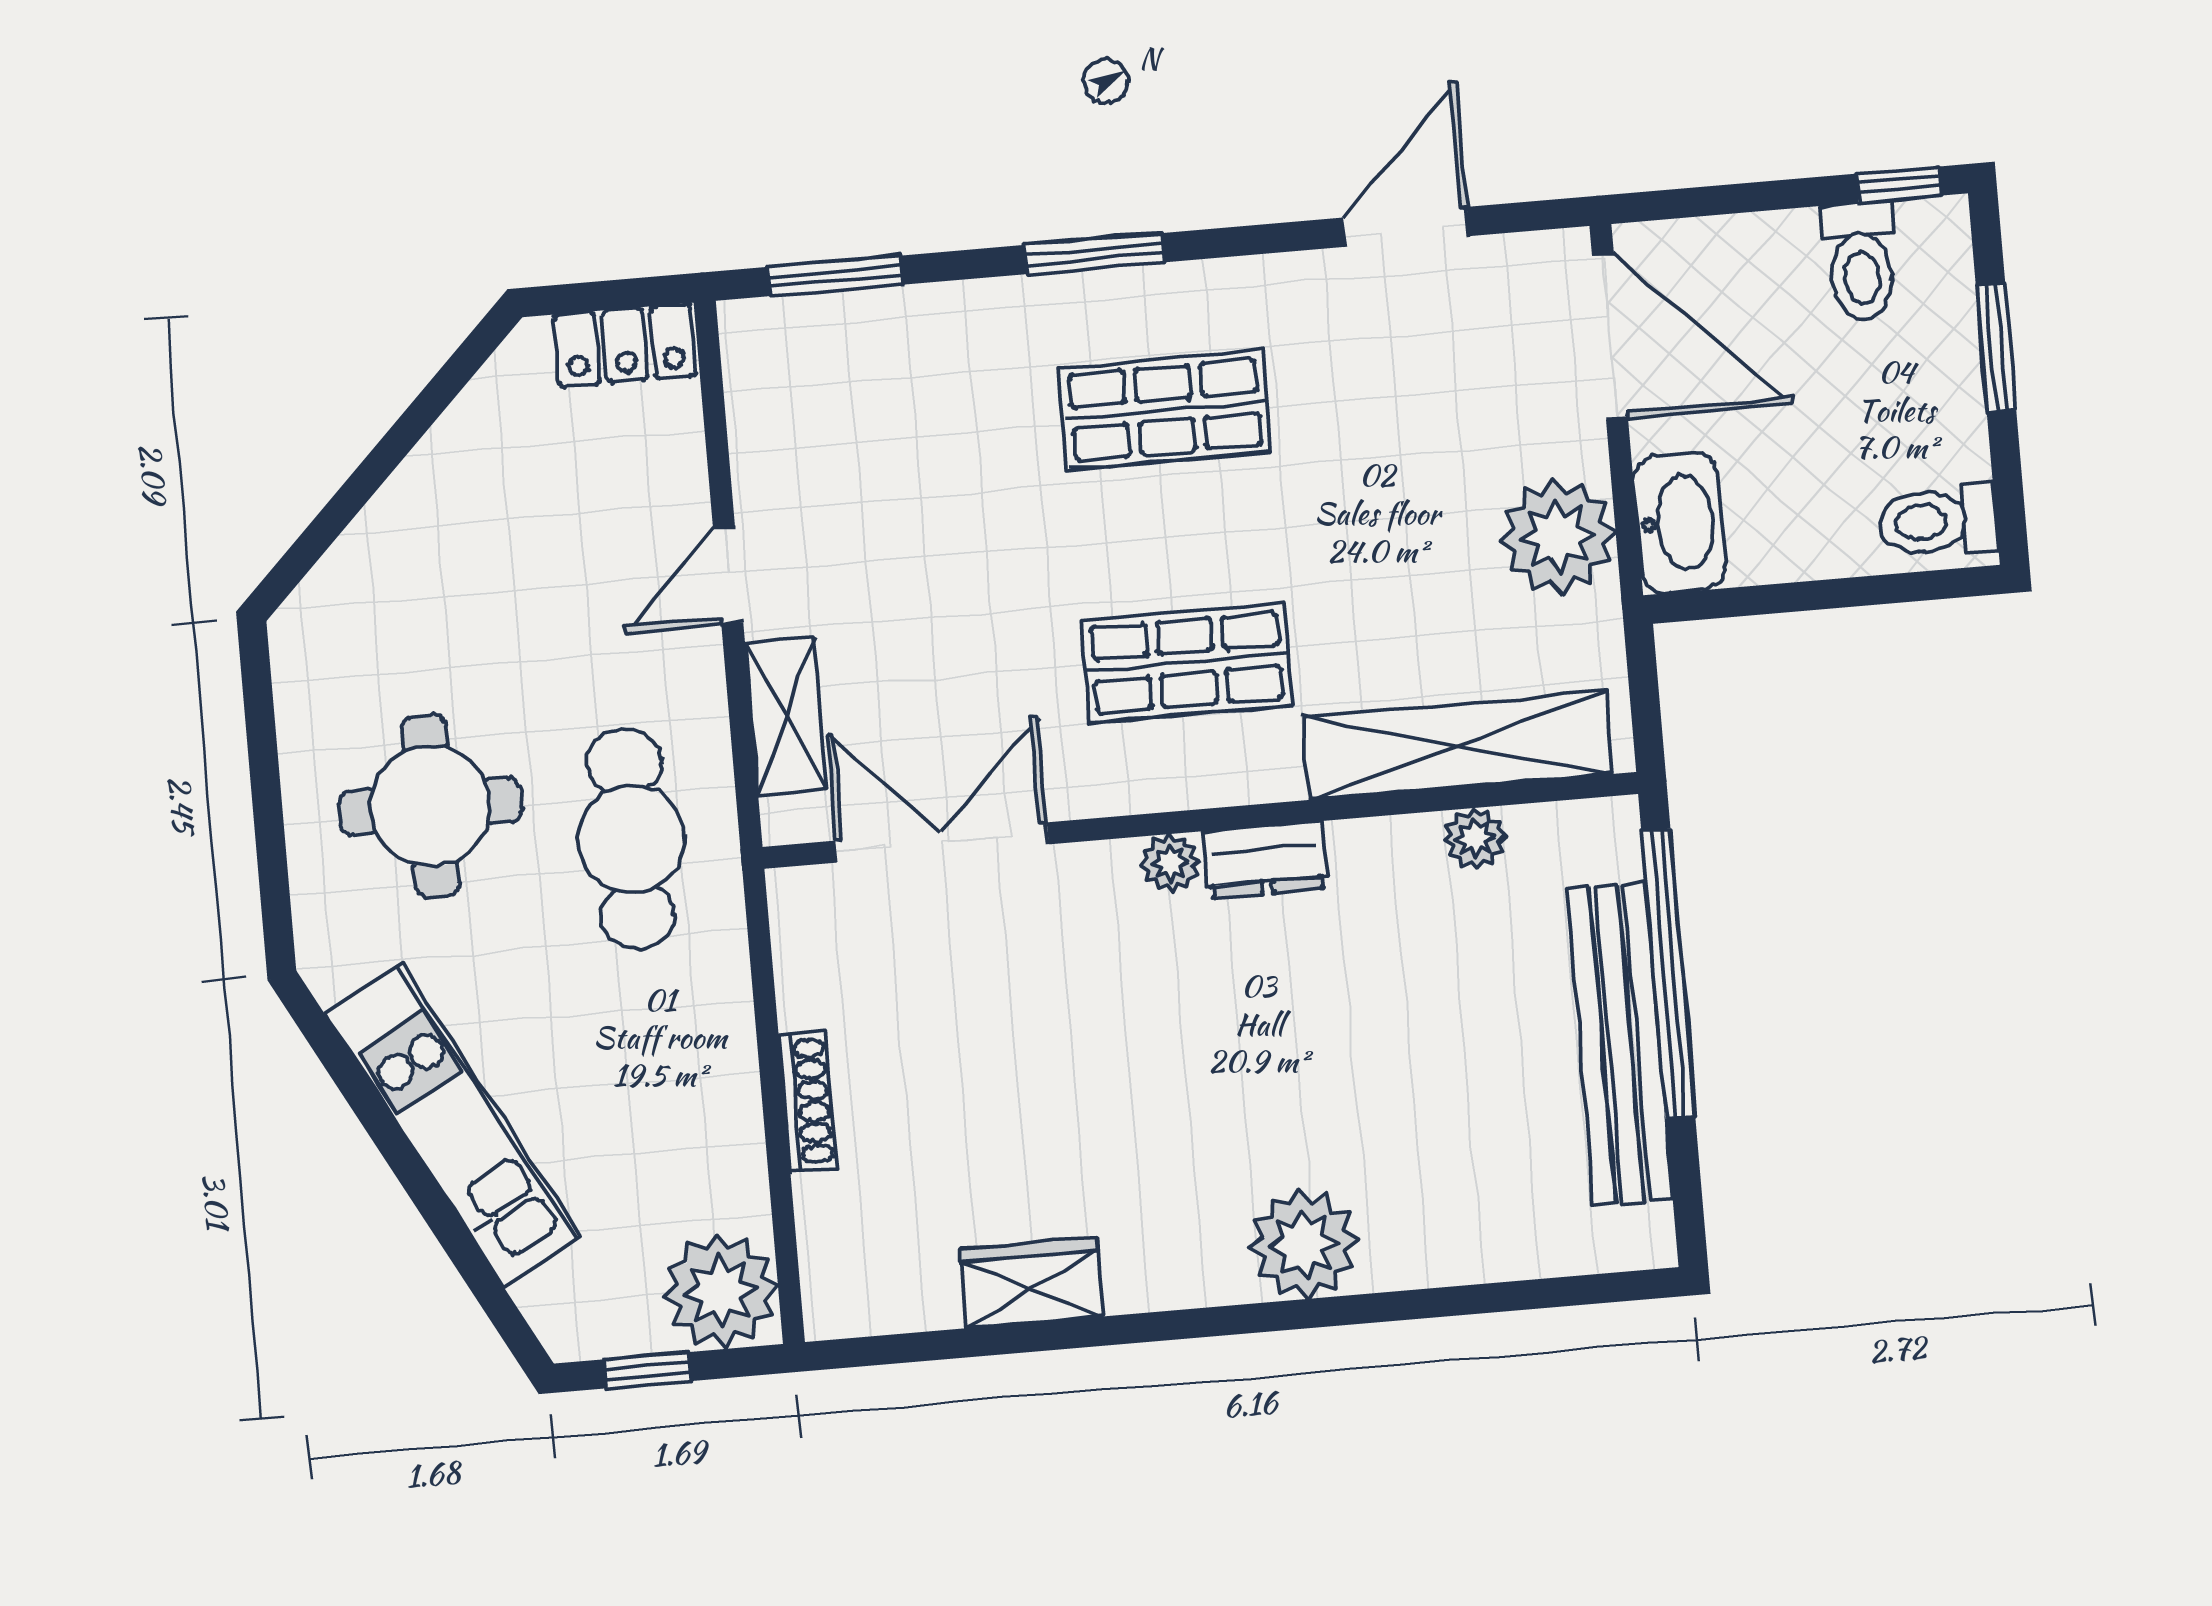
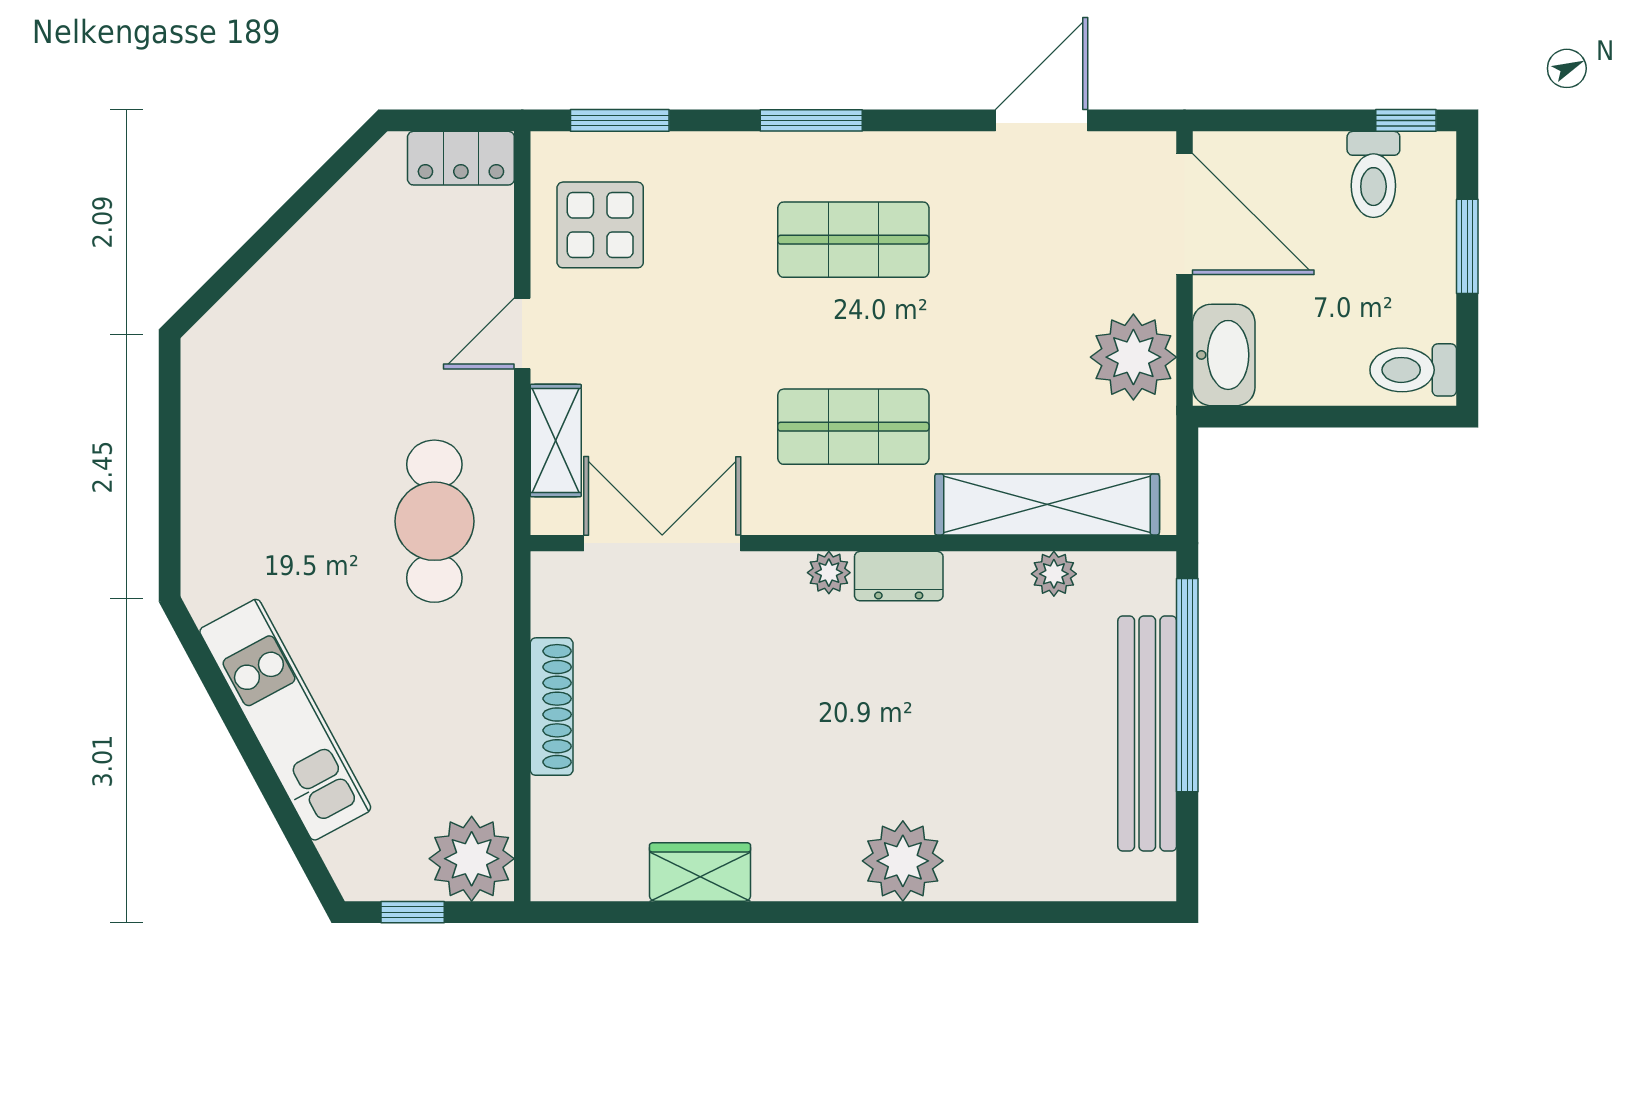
display table: (821, 419) -> (600, 225), added
round table: (430, 806) -> (289, 485), removed
shoe rack: (808, 1101) -> (552, 707), width x1.36, depth x1.24

